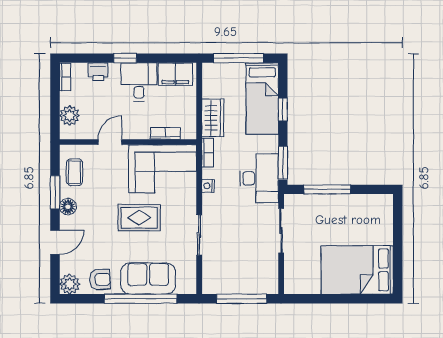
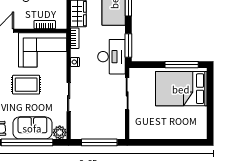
window: (327, 189) -> (182, 65), moved
bed: (357, 270) -> (181, 89), moved
plant: (186, 285) -> (60, 132), added

